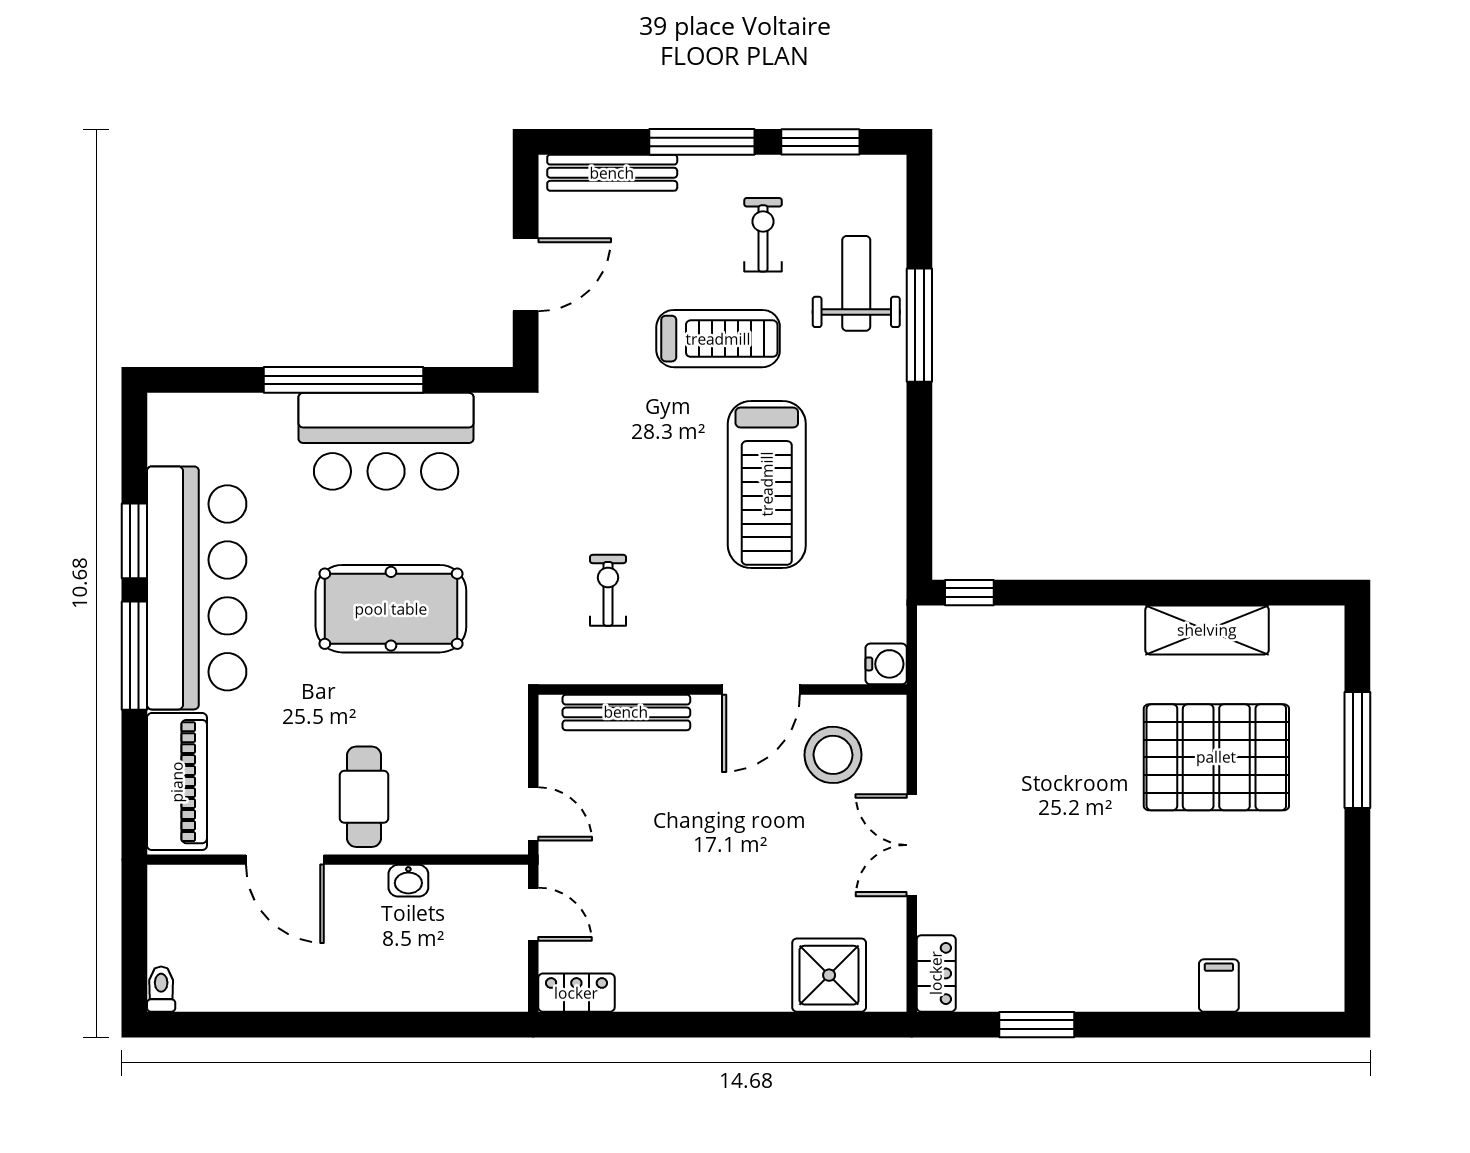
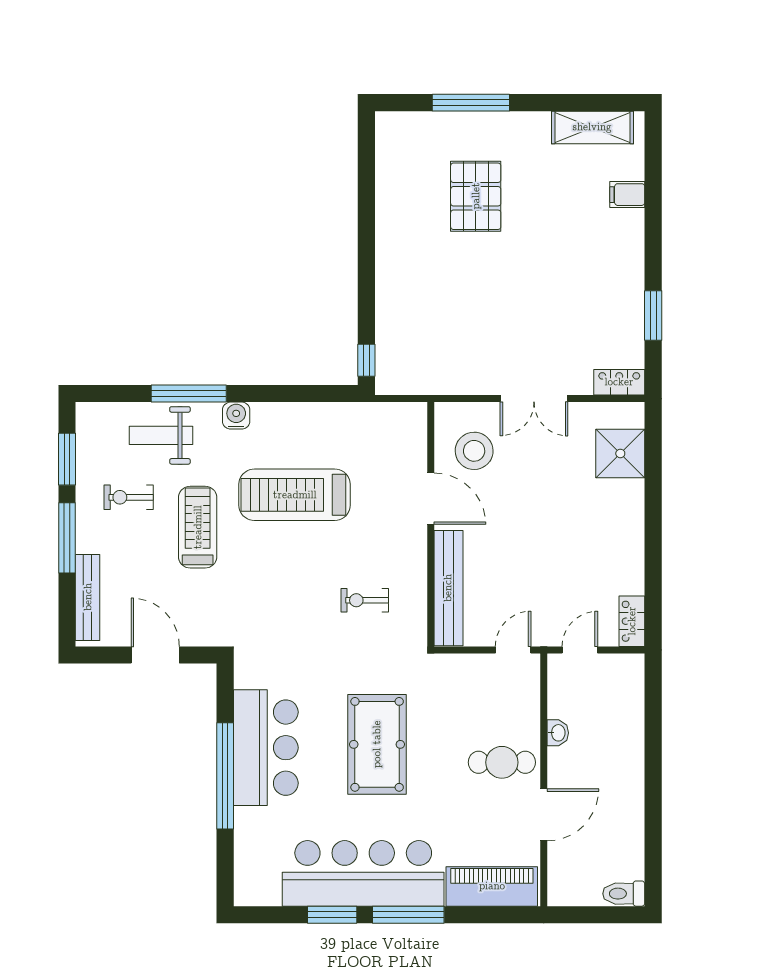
treadmill: (767, 484) -> (295, 495), turned 180
shelving: (1207, 630) -> (592, 127), moved, turned 90
water cooler: (886, 664) -> (236, 416), moved
bench: (626, 712) -> (448, 588), width x1.37, depth x1.21
pallet: (1216, 757) -> (476, 196), width x0.73, depth x0.71
toilet: (161, 989) -> (624, 894), width x1.37, depth x1.39

